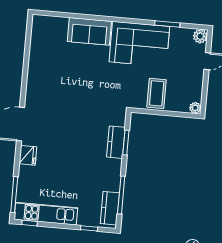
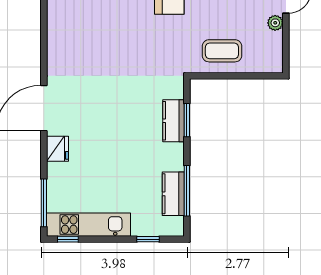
coffee table: (157, 93) -> (222, 51), turned 90
plant: (195, 108) -> (275, 23), moved
kitchen counter: (110, 208) -> (173, 194), moved

